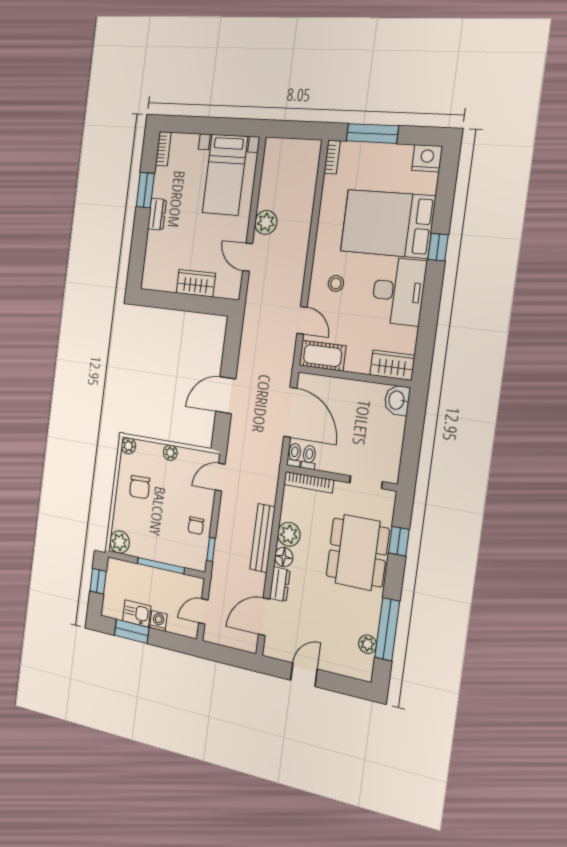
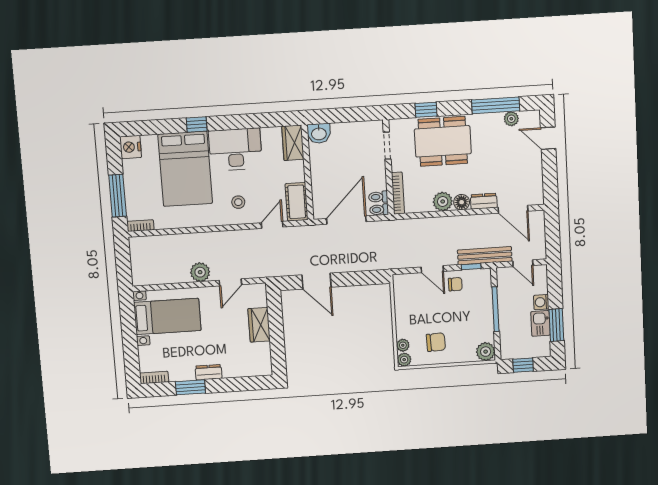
door: (226, 395) -> (316, 281), moved
plant: (170, 453) -> (403, 345), moved
door: (220, 477) -> (432, 269), moved
bench: (263, 538) -> (485, 256), moved
door: (304, 675) -> (548, 138), moved

